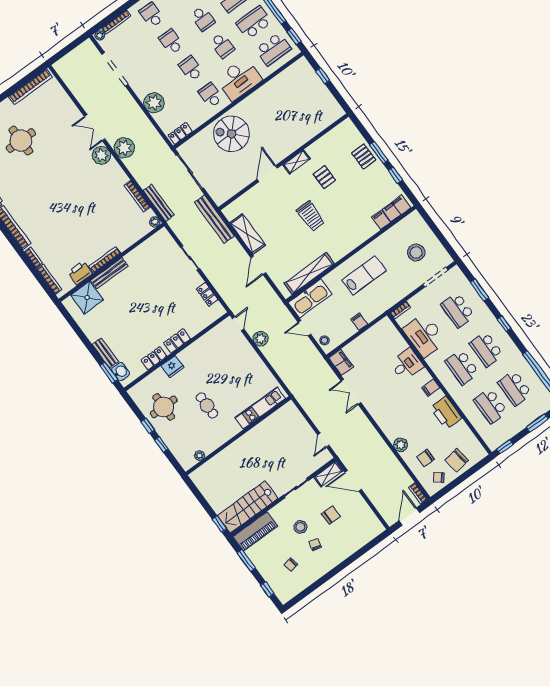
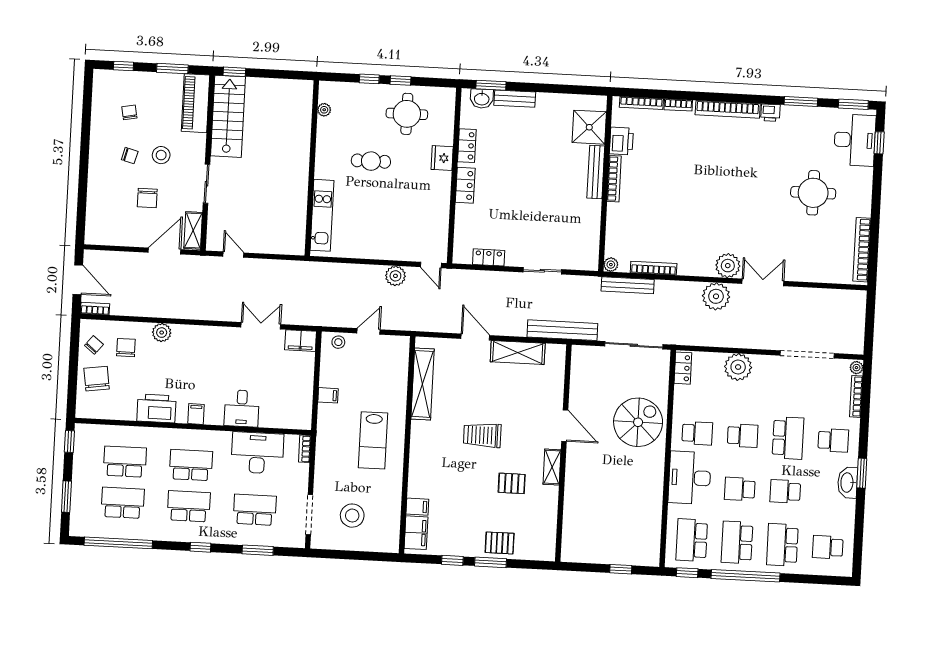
school desk: (254, 22) -> (737, 542), turned 180
school desk: (171, 42) -> (788, 438), width x1.85
kitchen sink: (310, 298) -> (395, 363), removed

